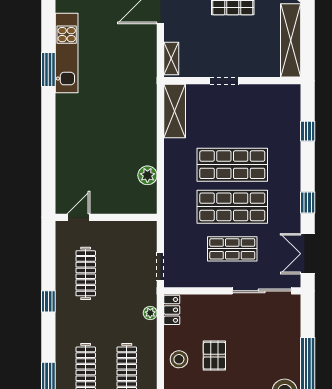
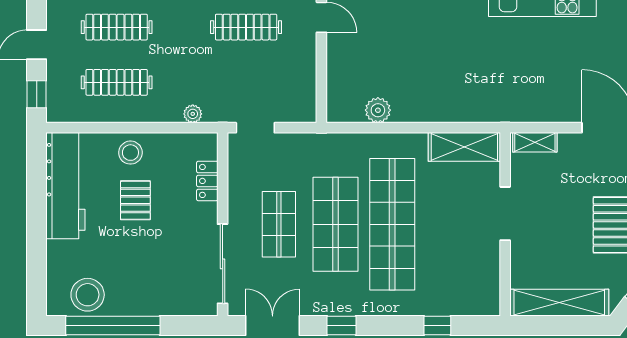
doorway: (224, 81) -> (505, 214), width x1.38
shop shelf: (232, 165) -> (392, 224), width x1.40
locker: (172, 310) -> (207, 181), moved, turned 90
pallet: (214, 356) -> (135, 200), turned 90

